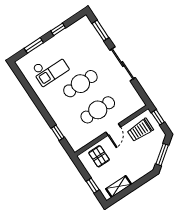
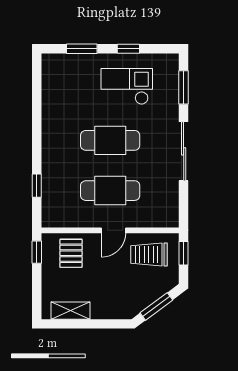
checkout: (50, 69) -> (127, 86), moved, turned 180
window: (93, 186) -> (37, 252), moved

